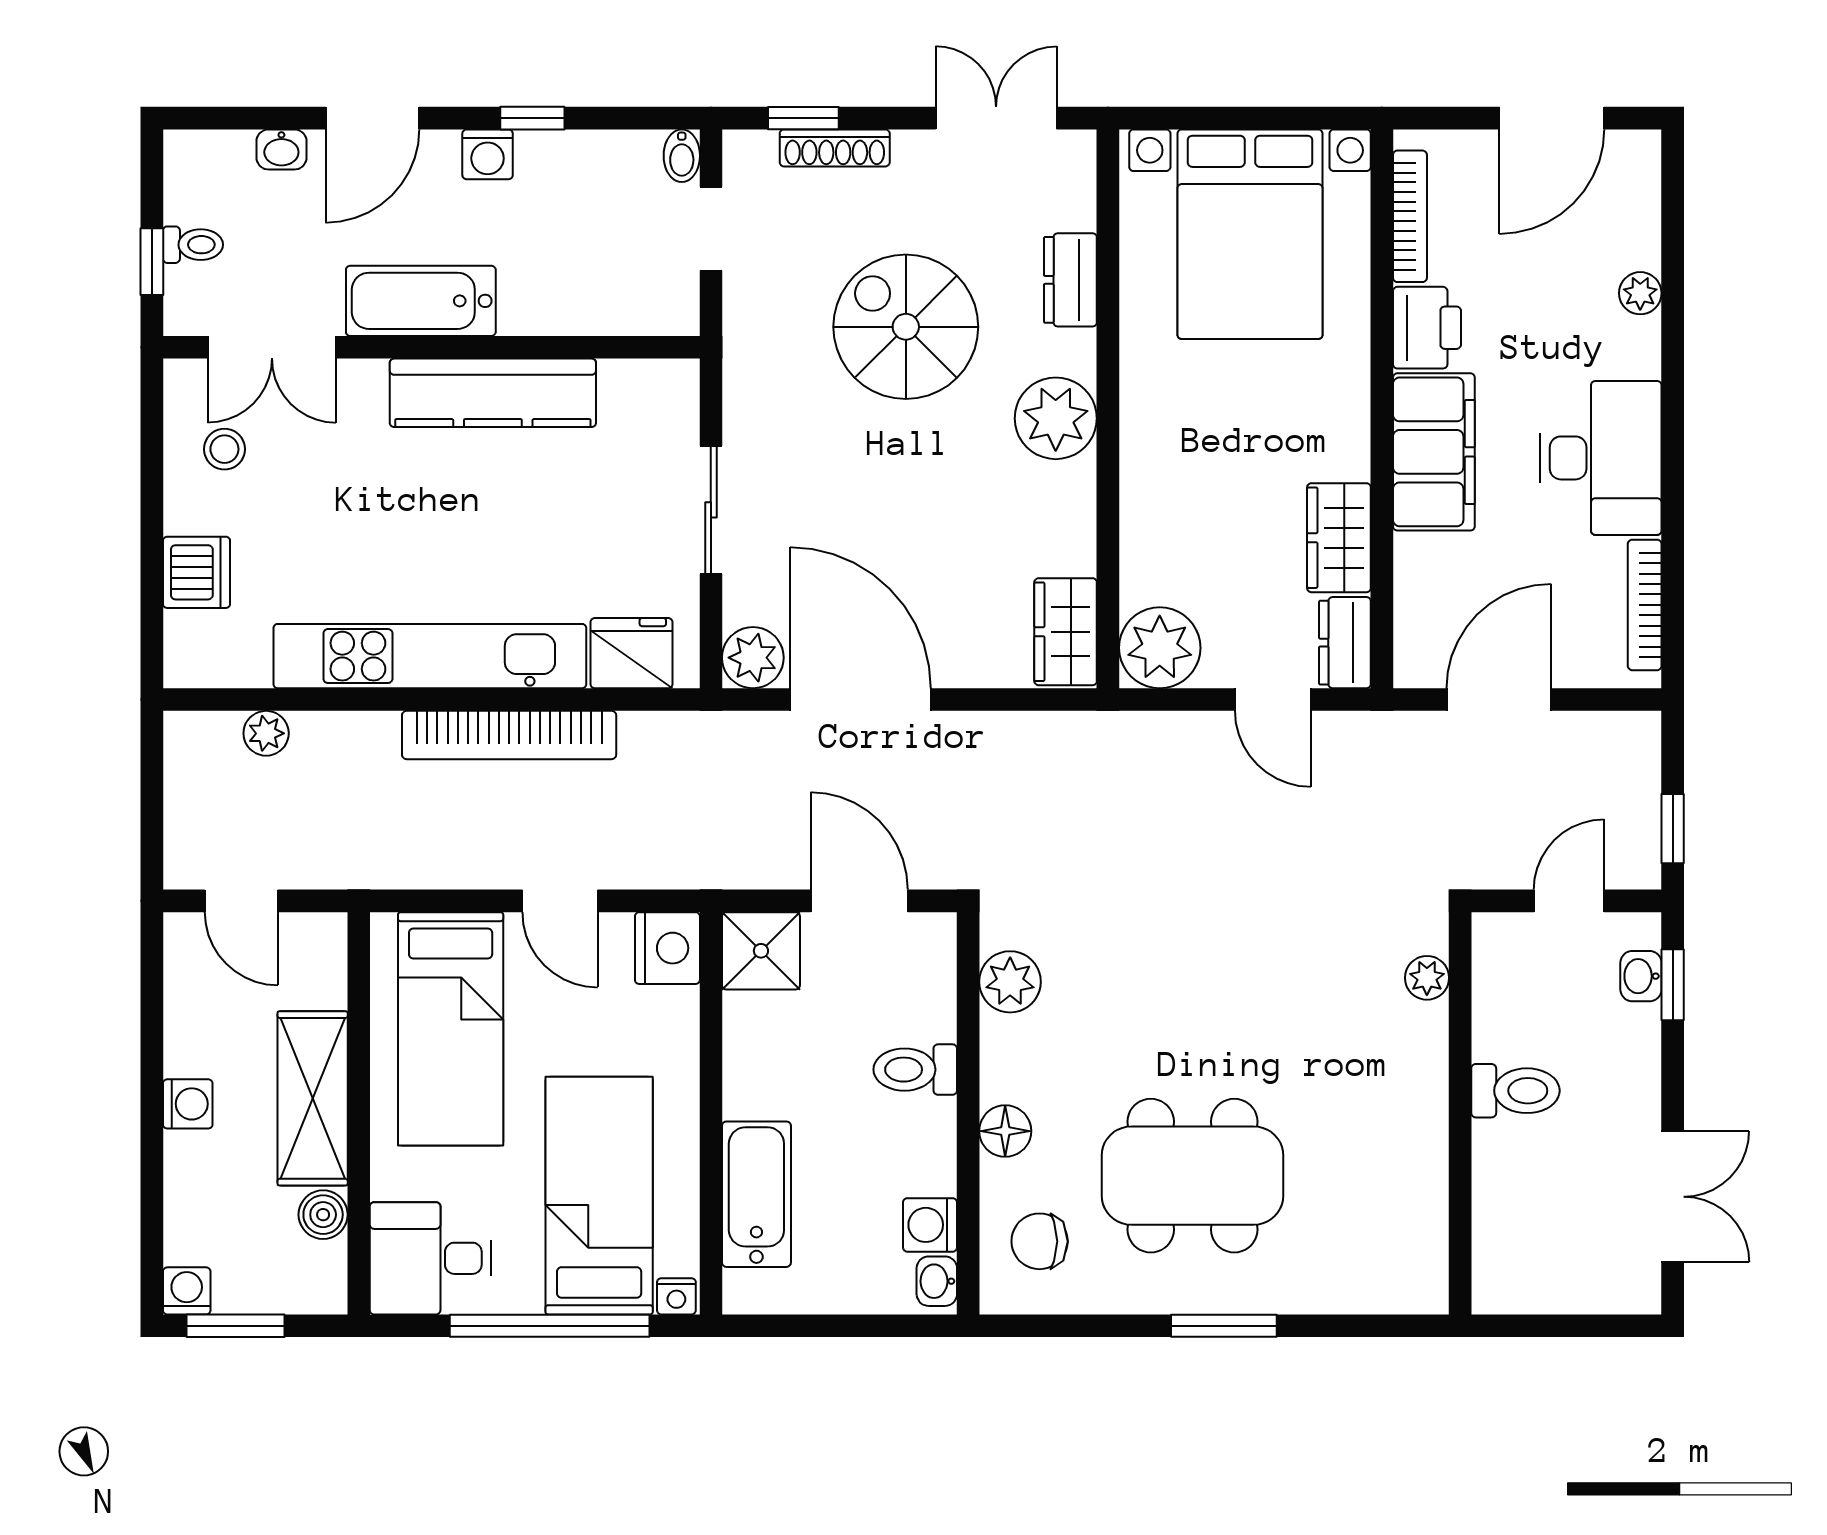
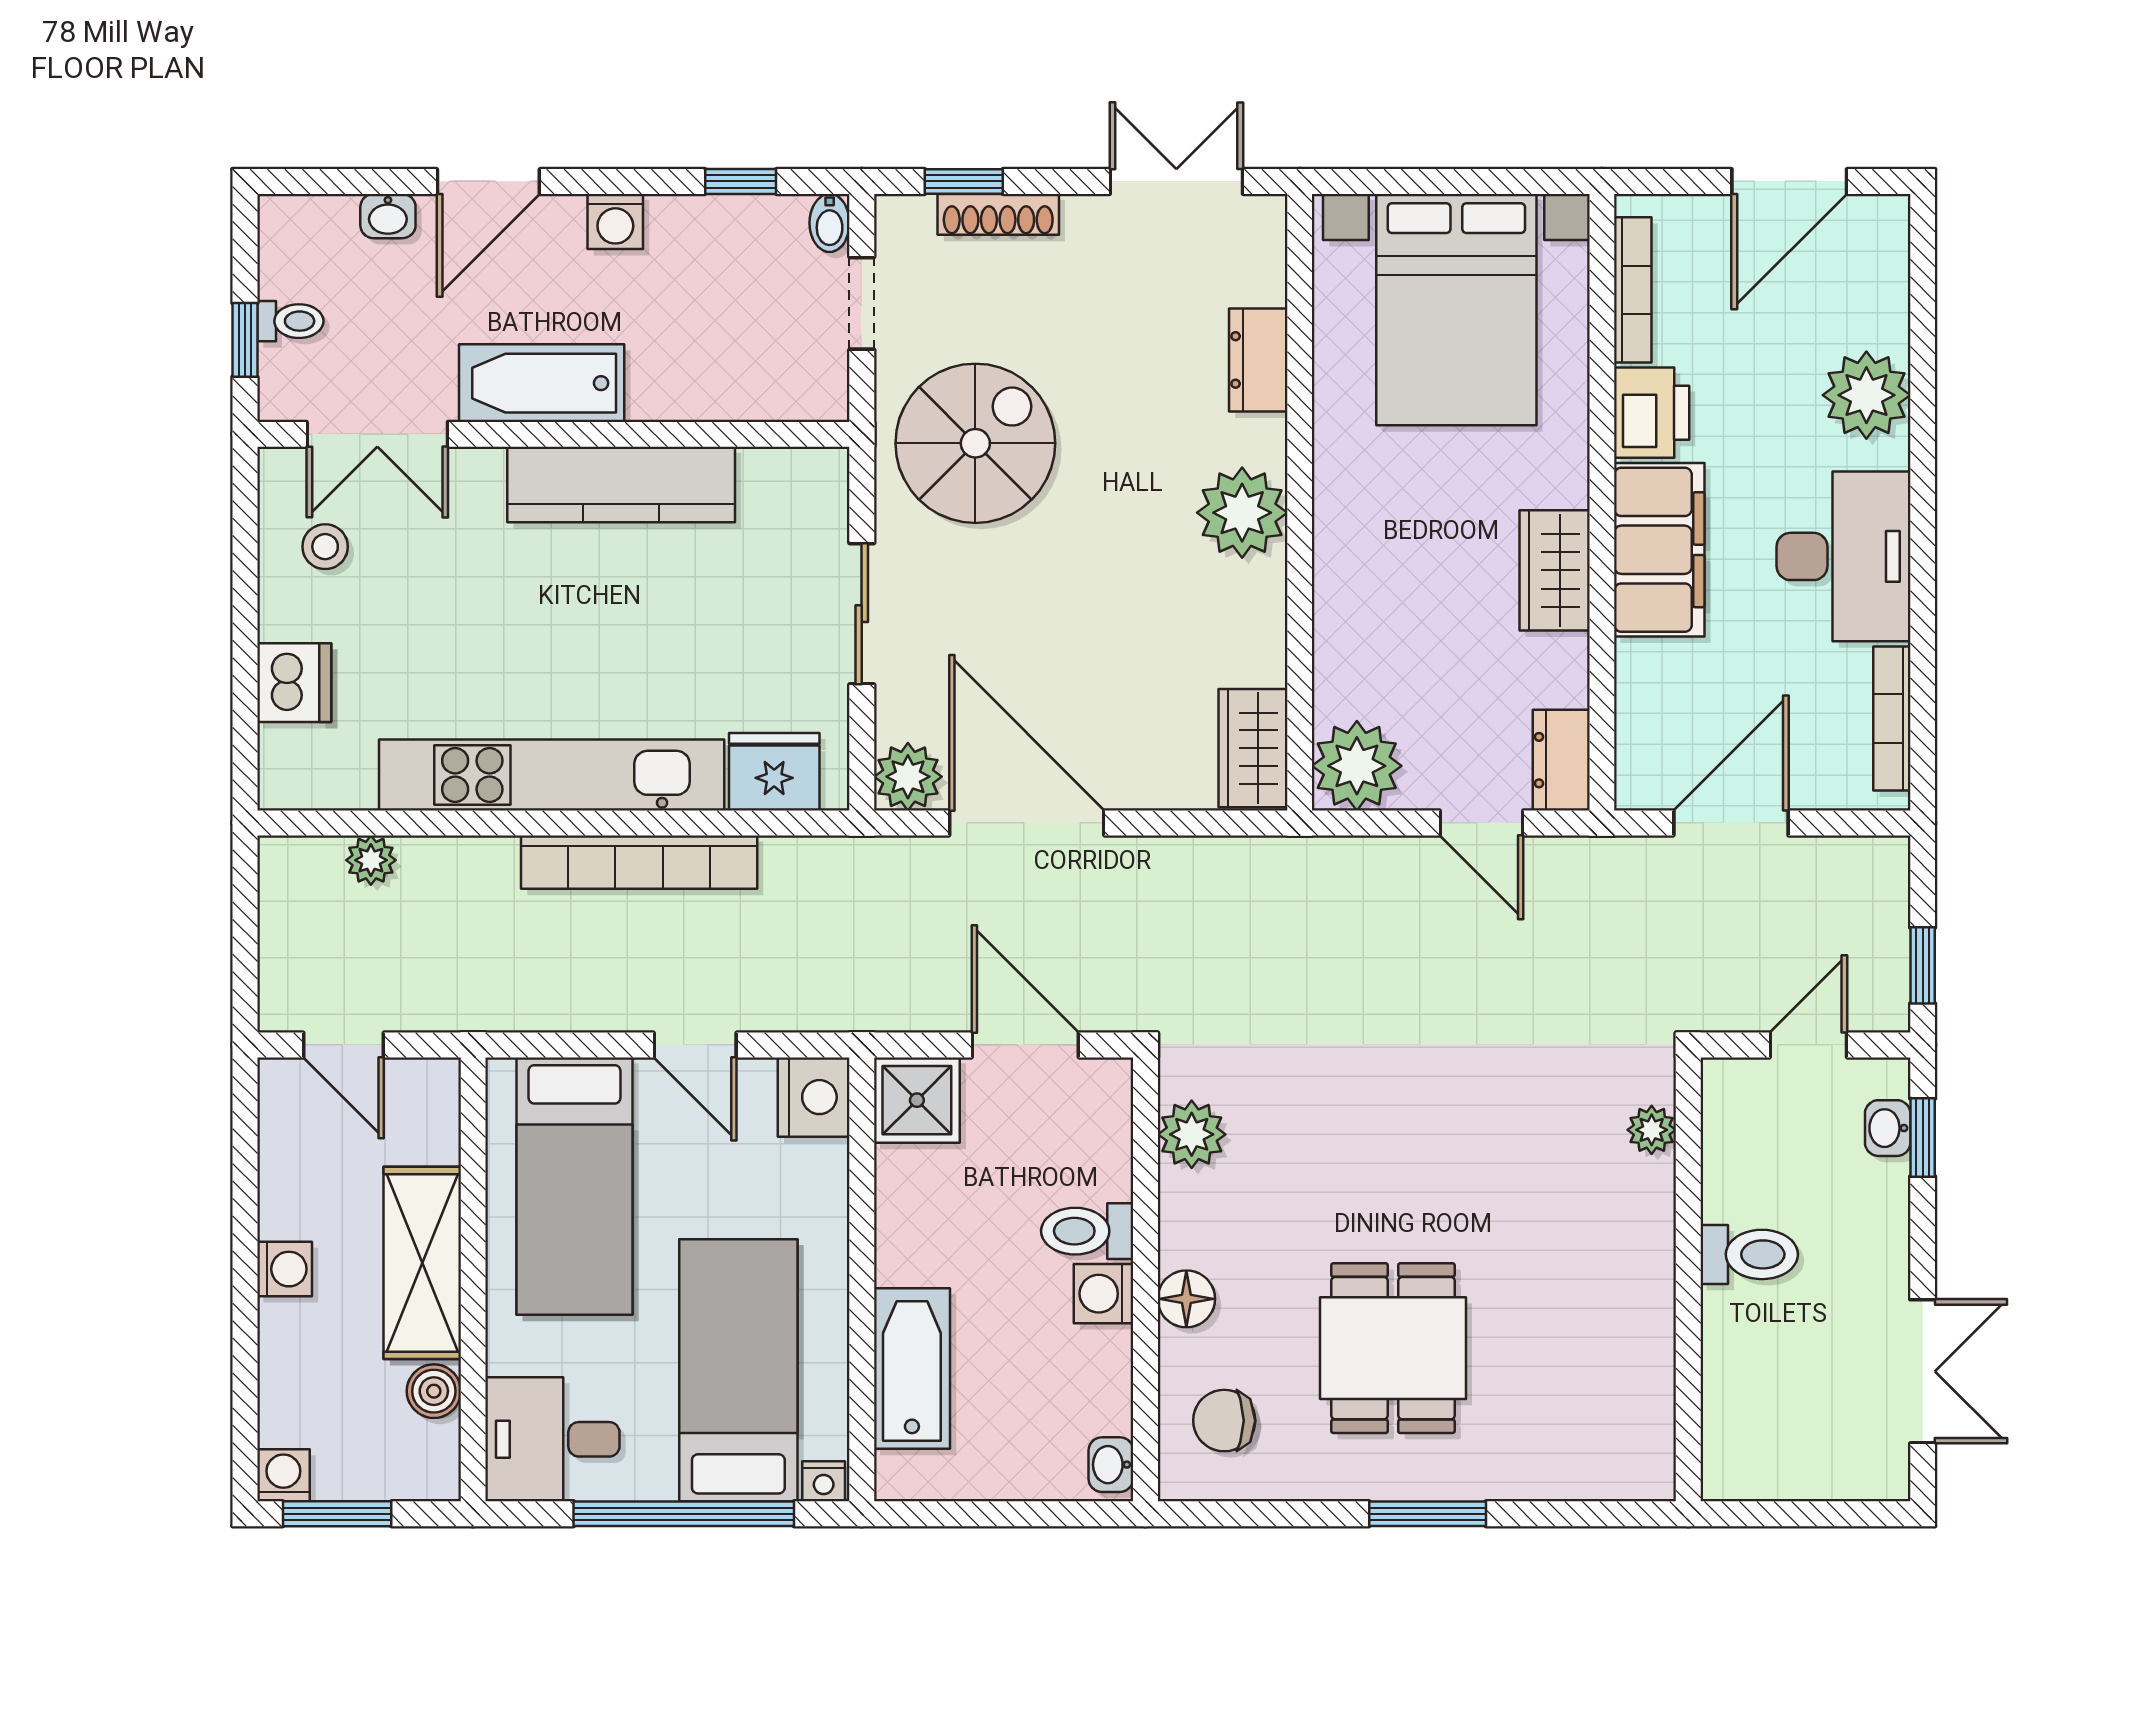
window: (532, 118) -> (741, 181), moved
plant: (1640, 293) -> (1866, 395), width x1.88, depth x1.88
spiral stairs: (906, 327) -> (975, 443), moved, turned 90
wardrobe: (1339, 538) -> (1555, 570), moved
dining table: (1193, 1176) -> (1393, 1348), width x0.73
washing machine: (930, 1225) -> (1103, 1294), moved

